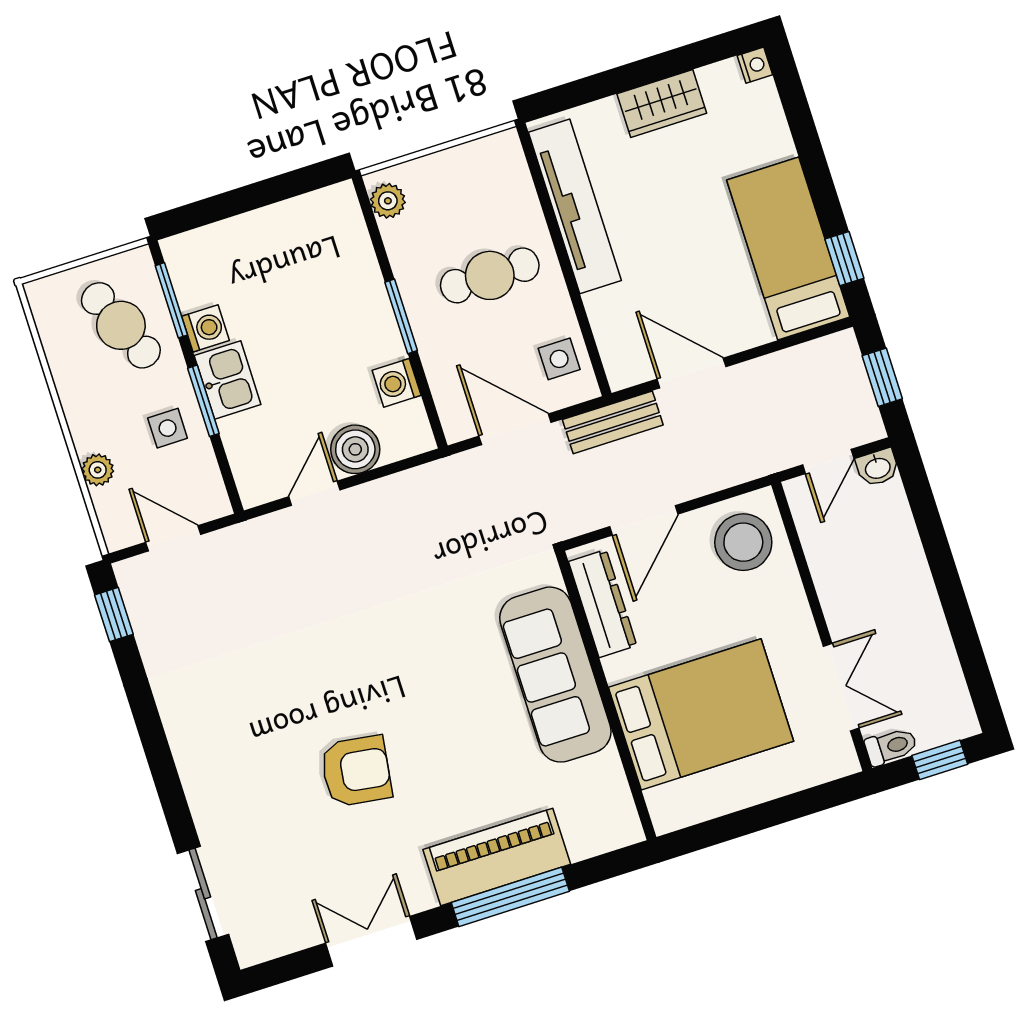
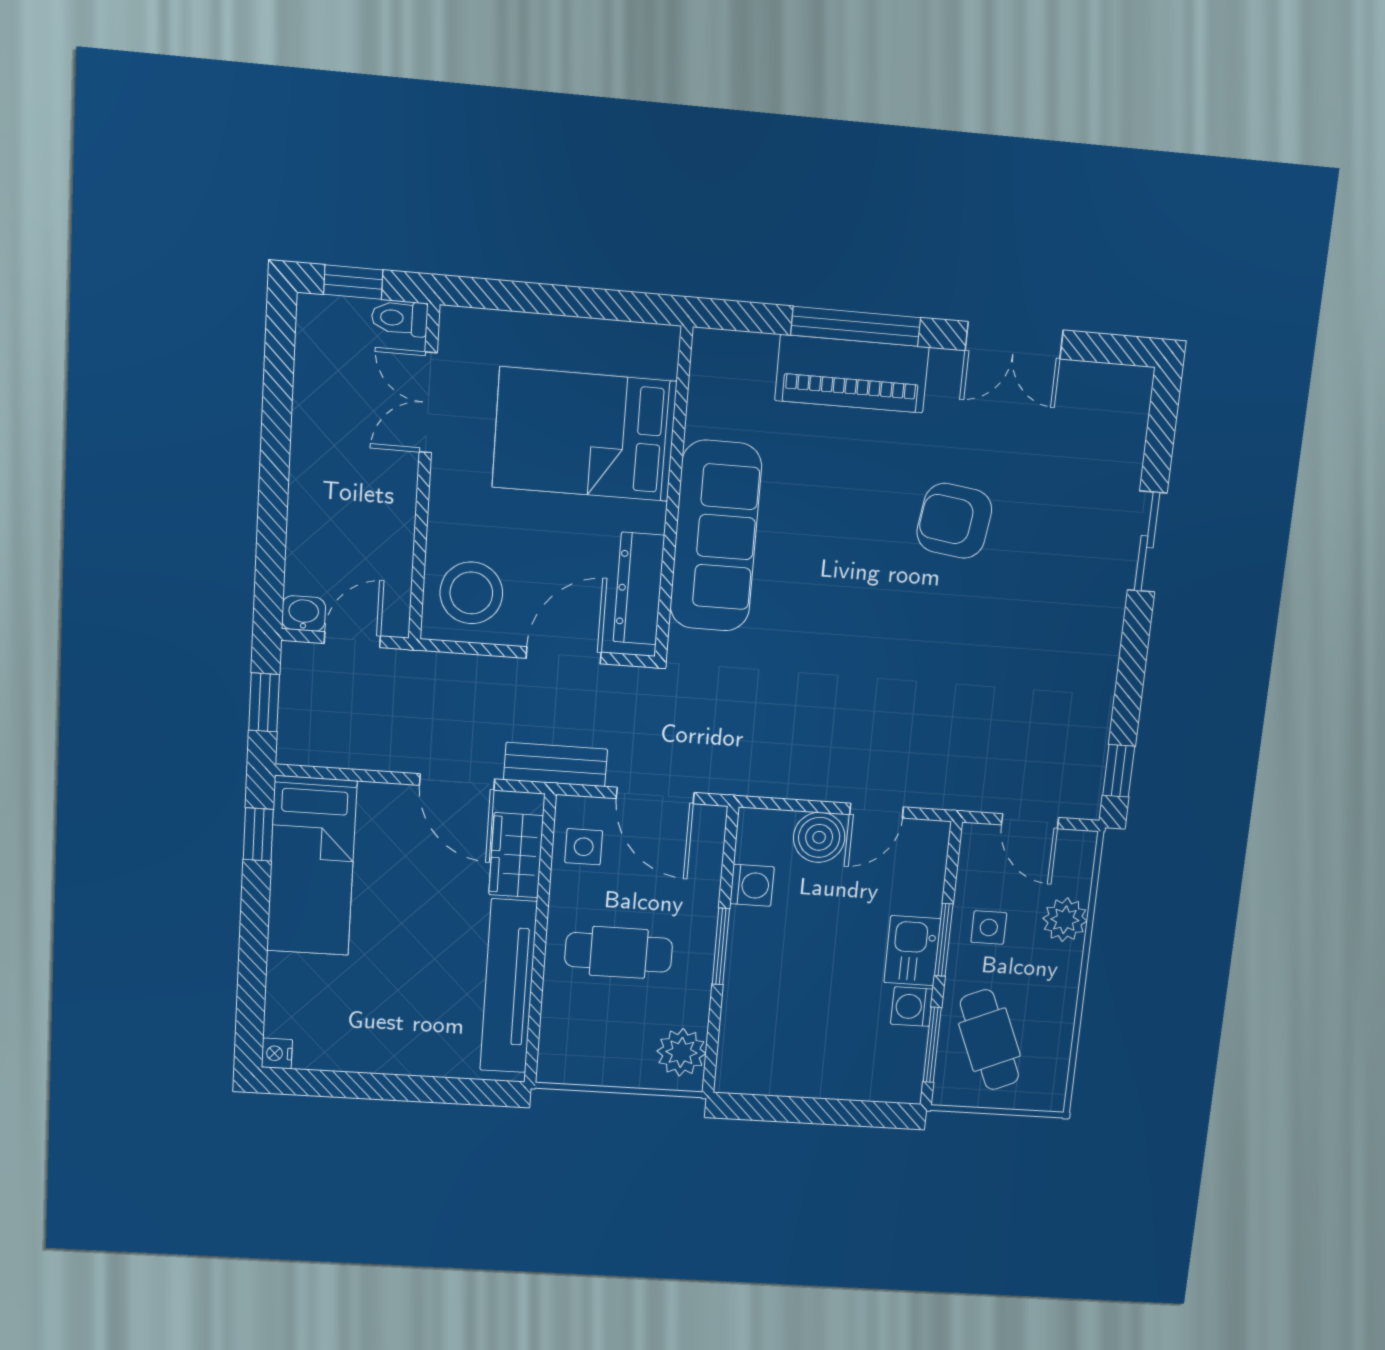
wardrobe: (662, 103) -> (516, 855), moved, turned -90
plant: (388, 201) -> (681, 1052), width x1.38, depth x1.38
plant: (98, 470) -> (1065, 920), width x1.38, depth x1.38
sliding door: (203, 894) -> (1147, 542), moved

